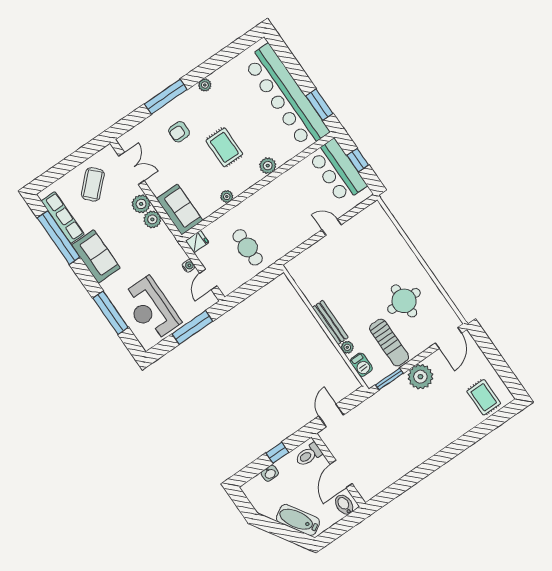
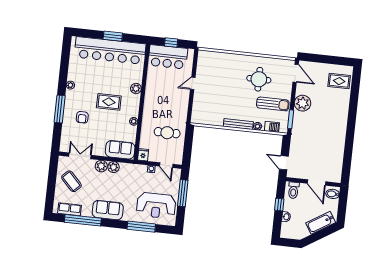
window: (319, 105) -> (113, 36), moved
row of seats: (63, 218) -> (70, 209), width x0.68

